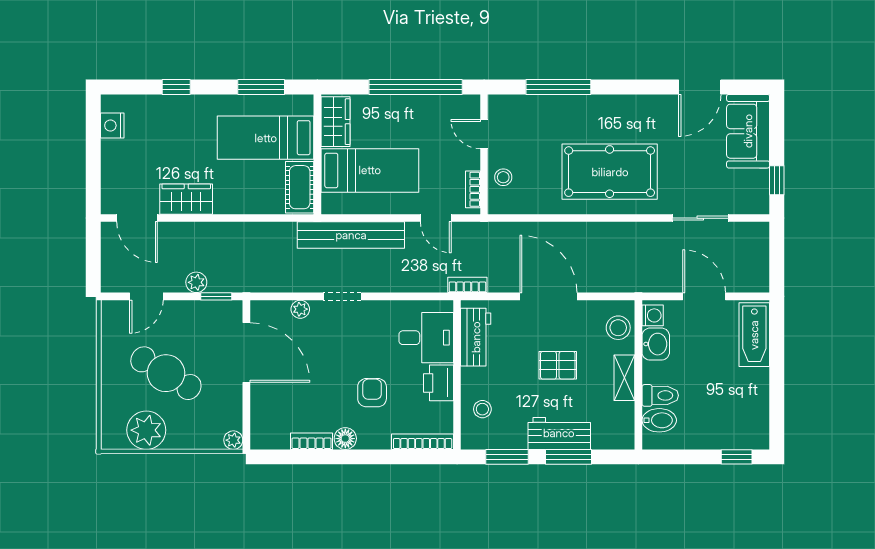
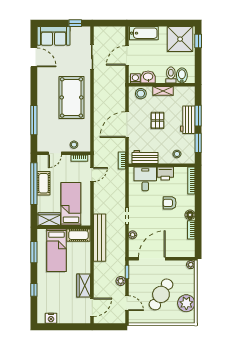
cot: (416, 109) -> (44, 183), added
bench: (351, 235) -> (100, 238), moved
shower: (741, 416) -> (180, 39), added

